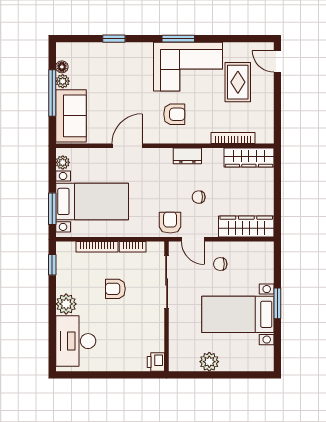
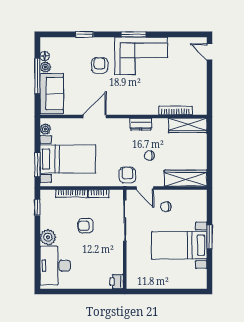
rug: (238, 82) -> (179, 68), removed
armchair: (174, 114) -> (100, 65), moved, turned -90
plant: (209, 362) -> (157, 281), removed

